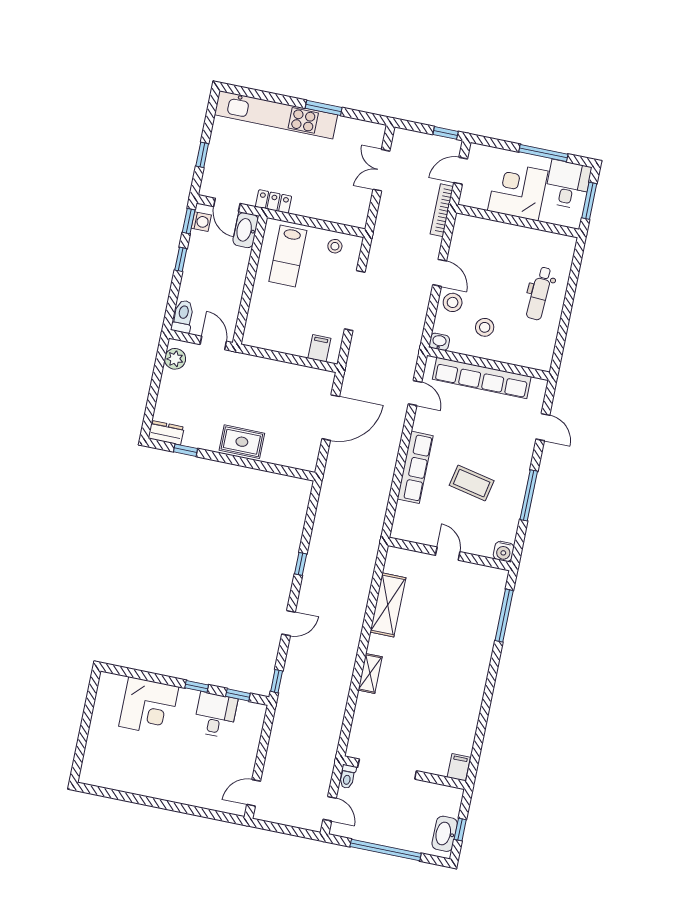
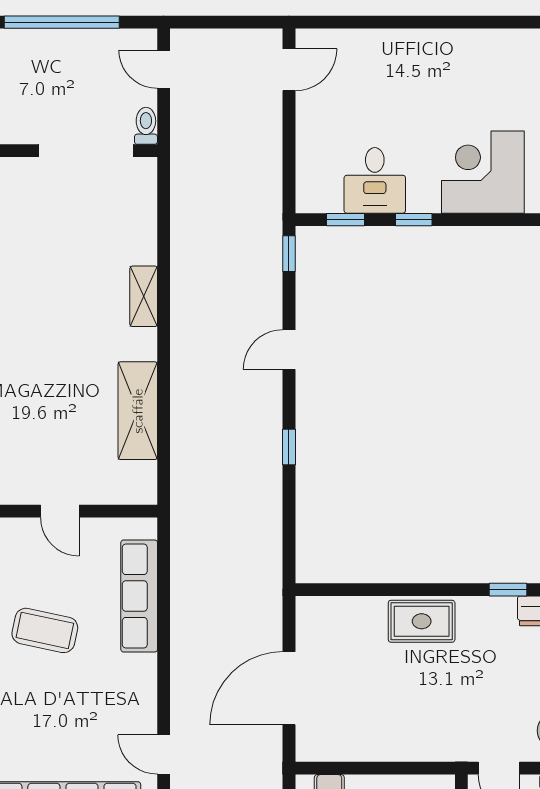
row of seats: (415, 467) -> (139, 596), moved

